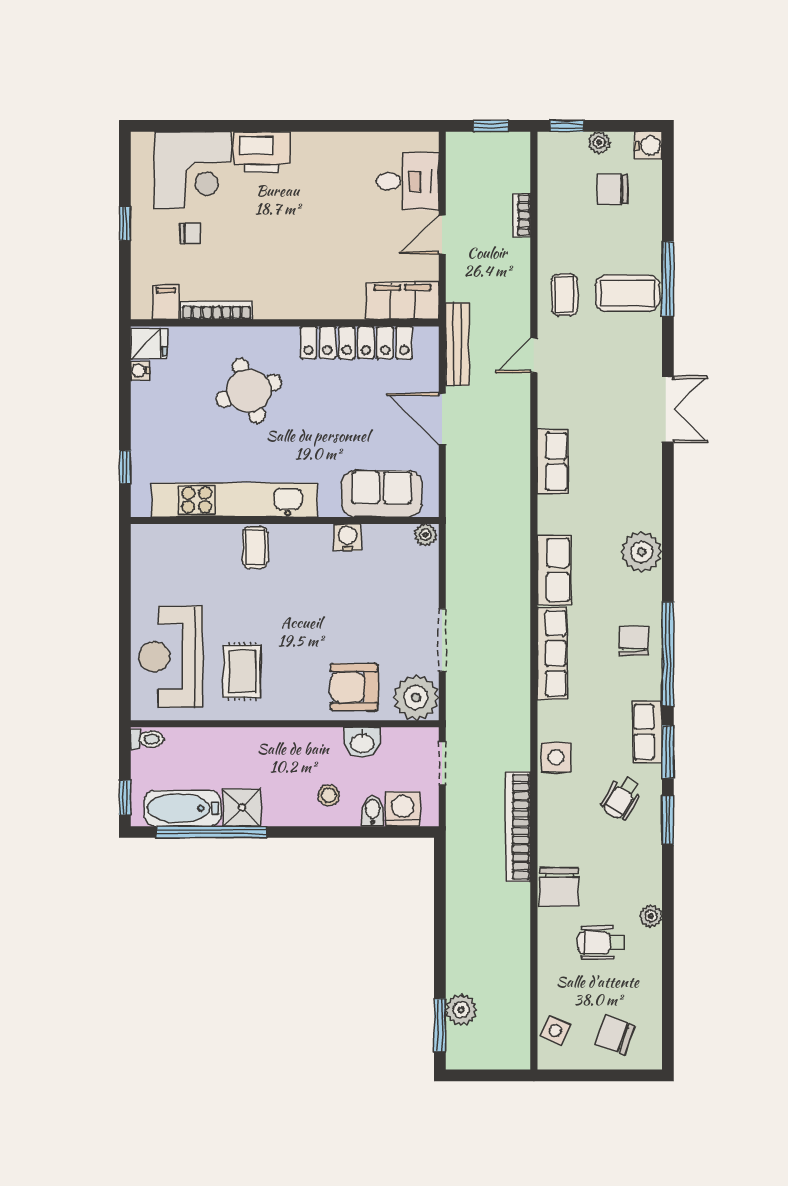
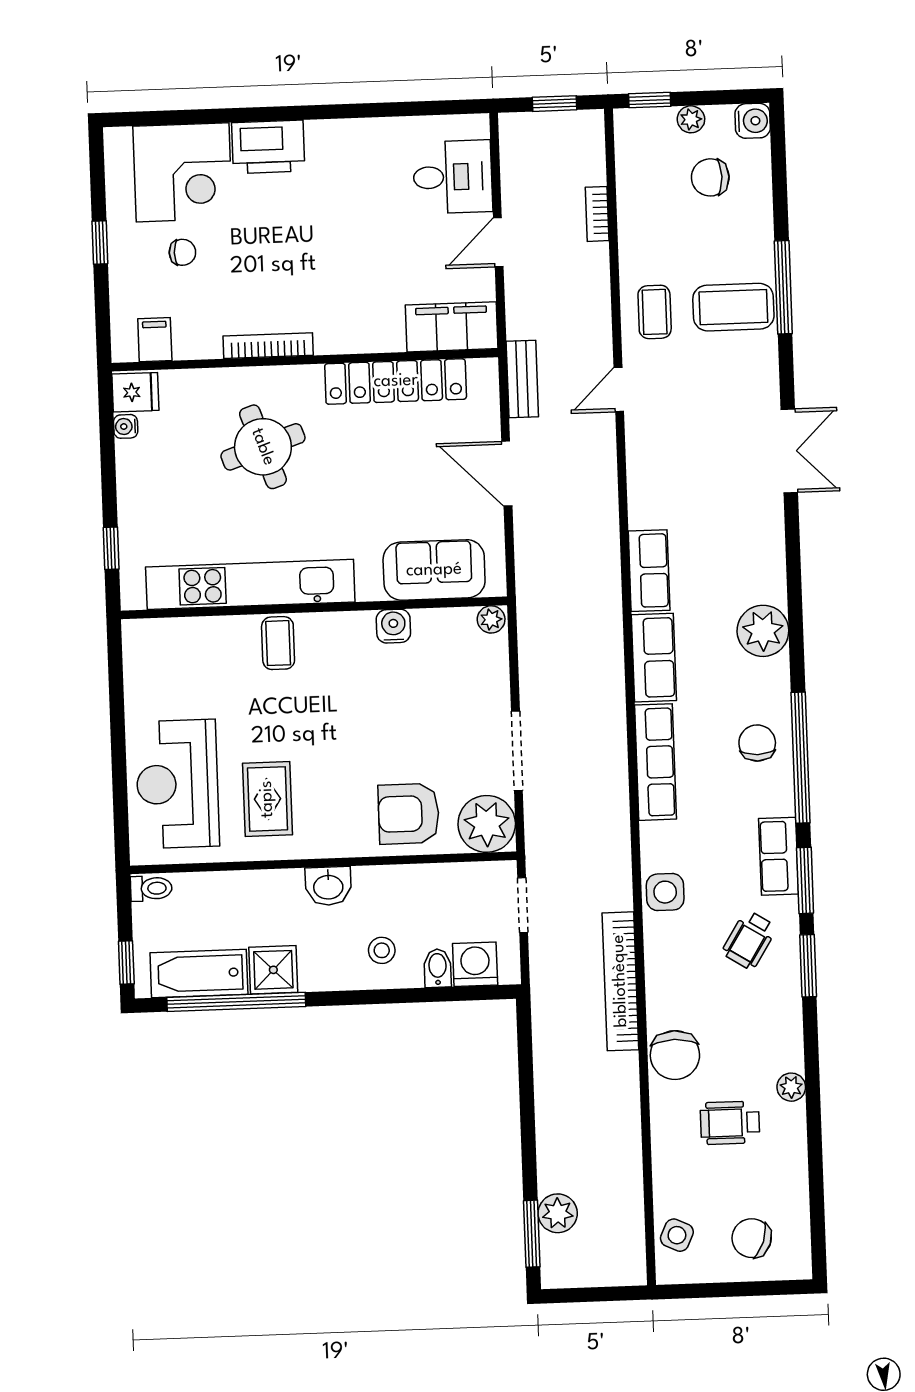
bookcase: (217, 310) -> (268, 346), moved
bench: (457, 344) -> (522, 379), width x0.73
row of seats: (553, 461) -> (649, 571), moved
washbasin: (362, 742) -> (328, 886), moved

